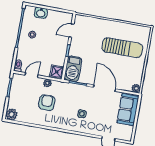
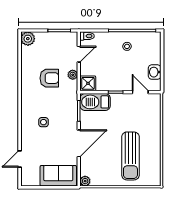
washbasin: (41, 13) -> (155, 72), moved
door: (32, 75) -> (79, 54), hinge flipped

